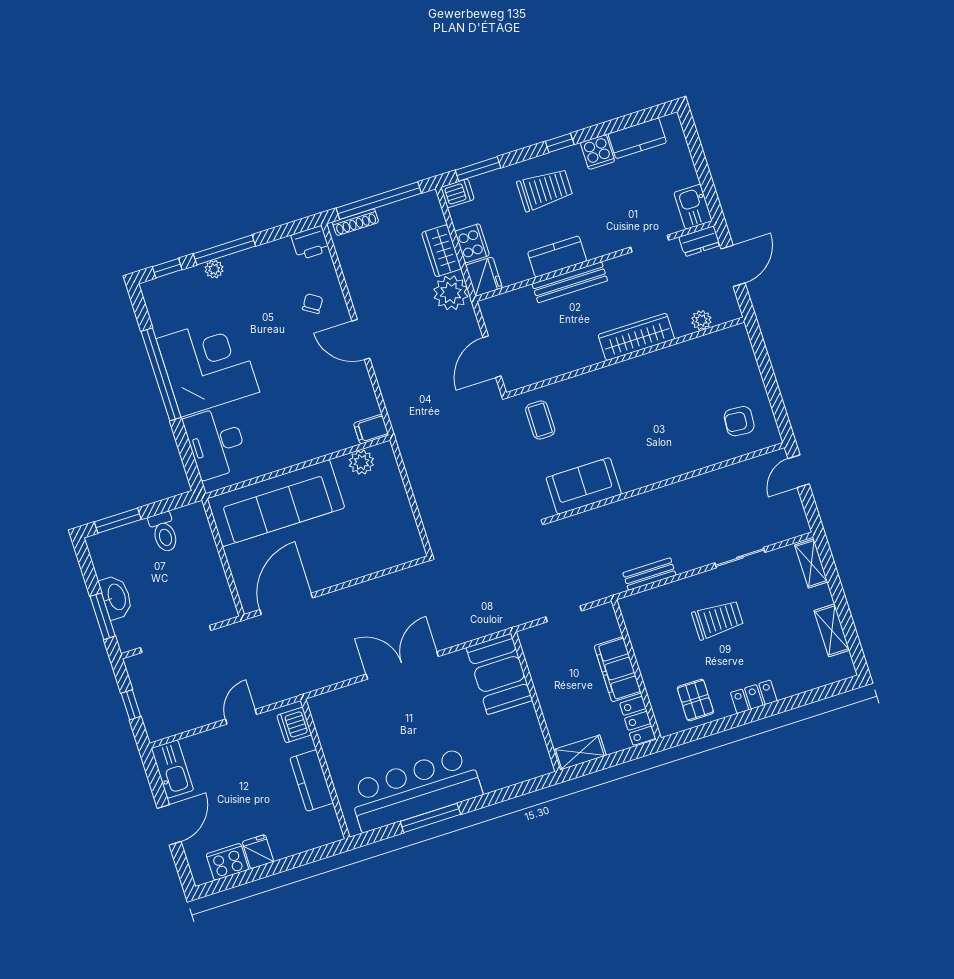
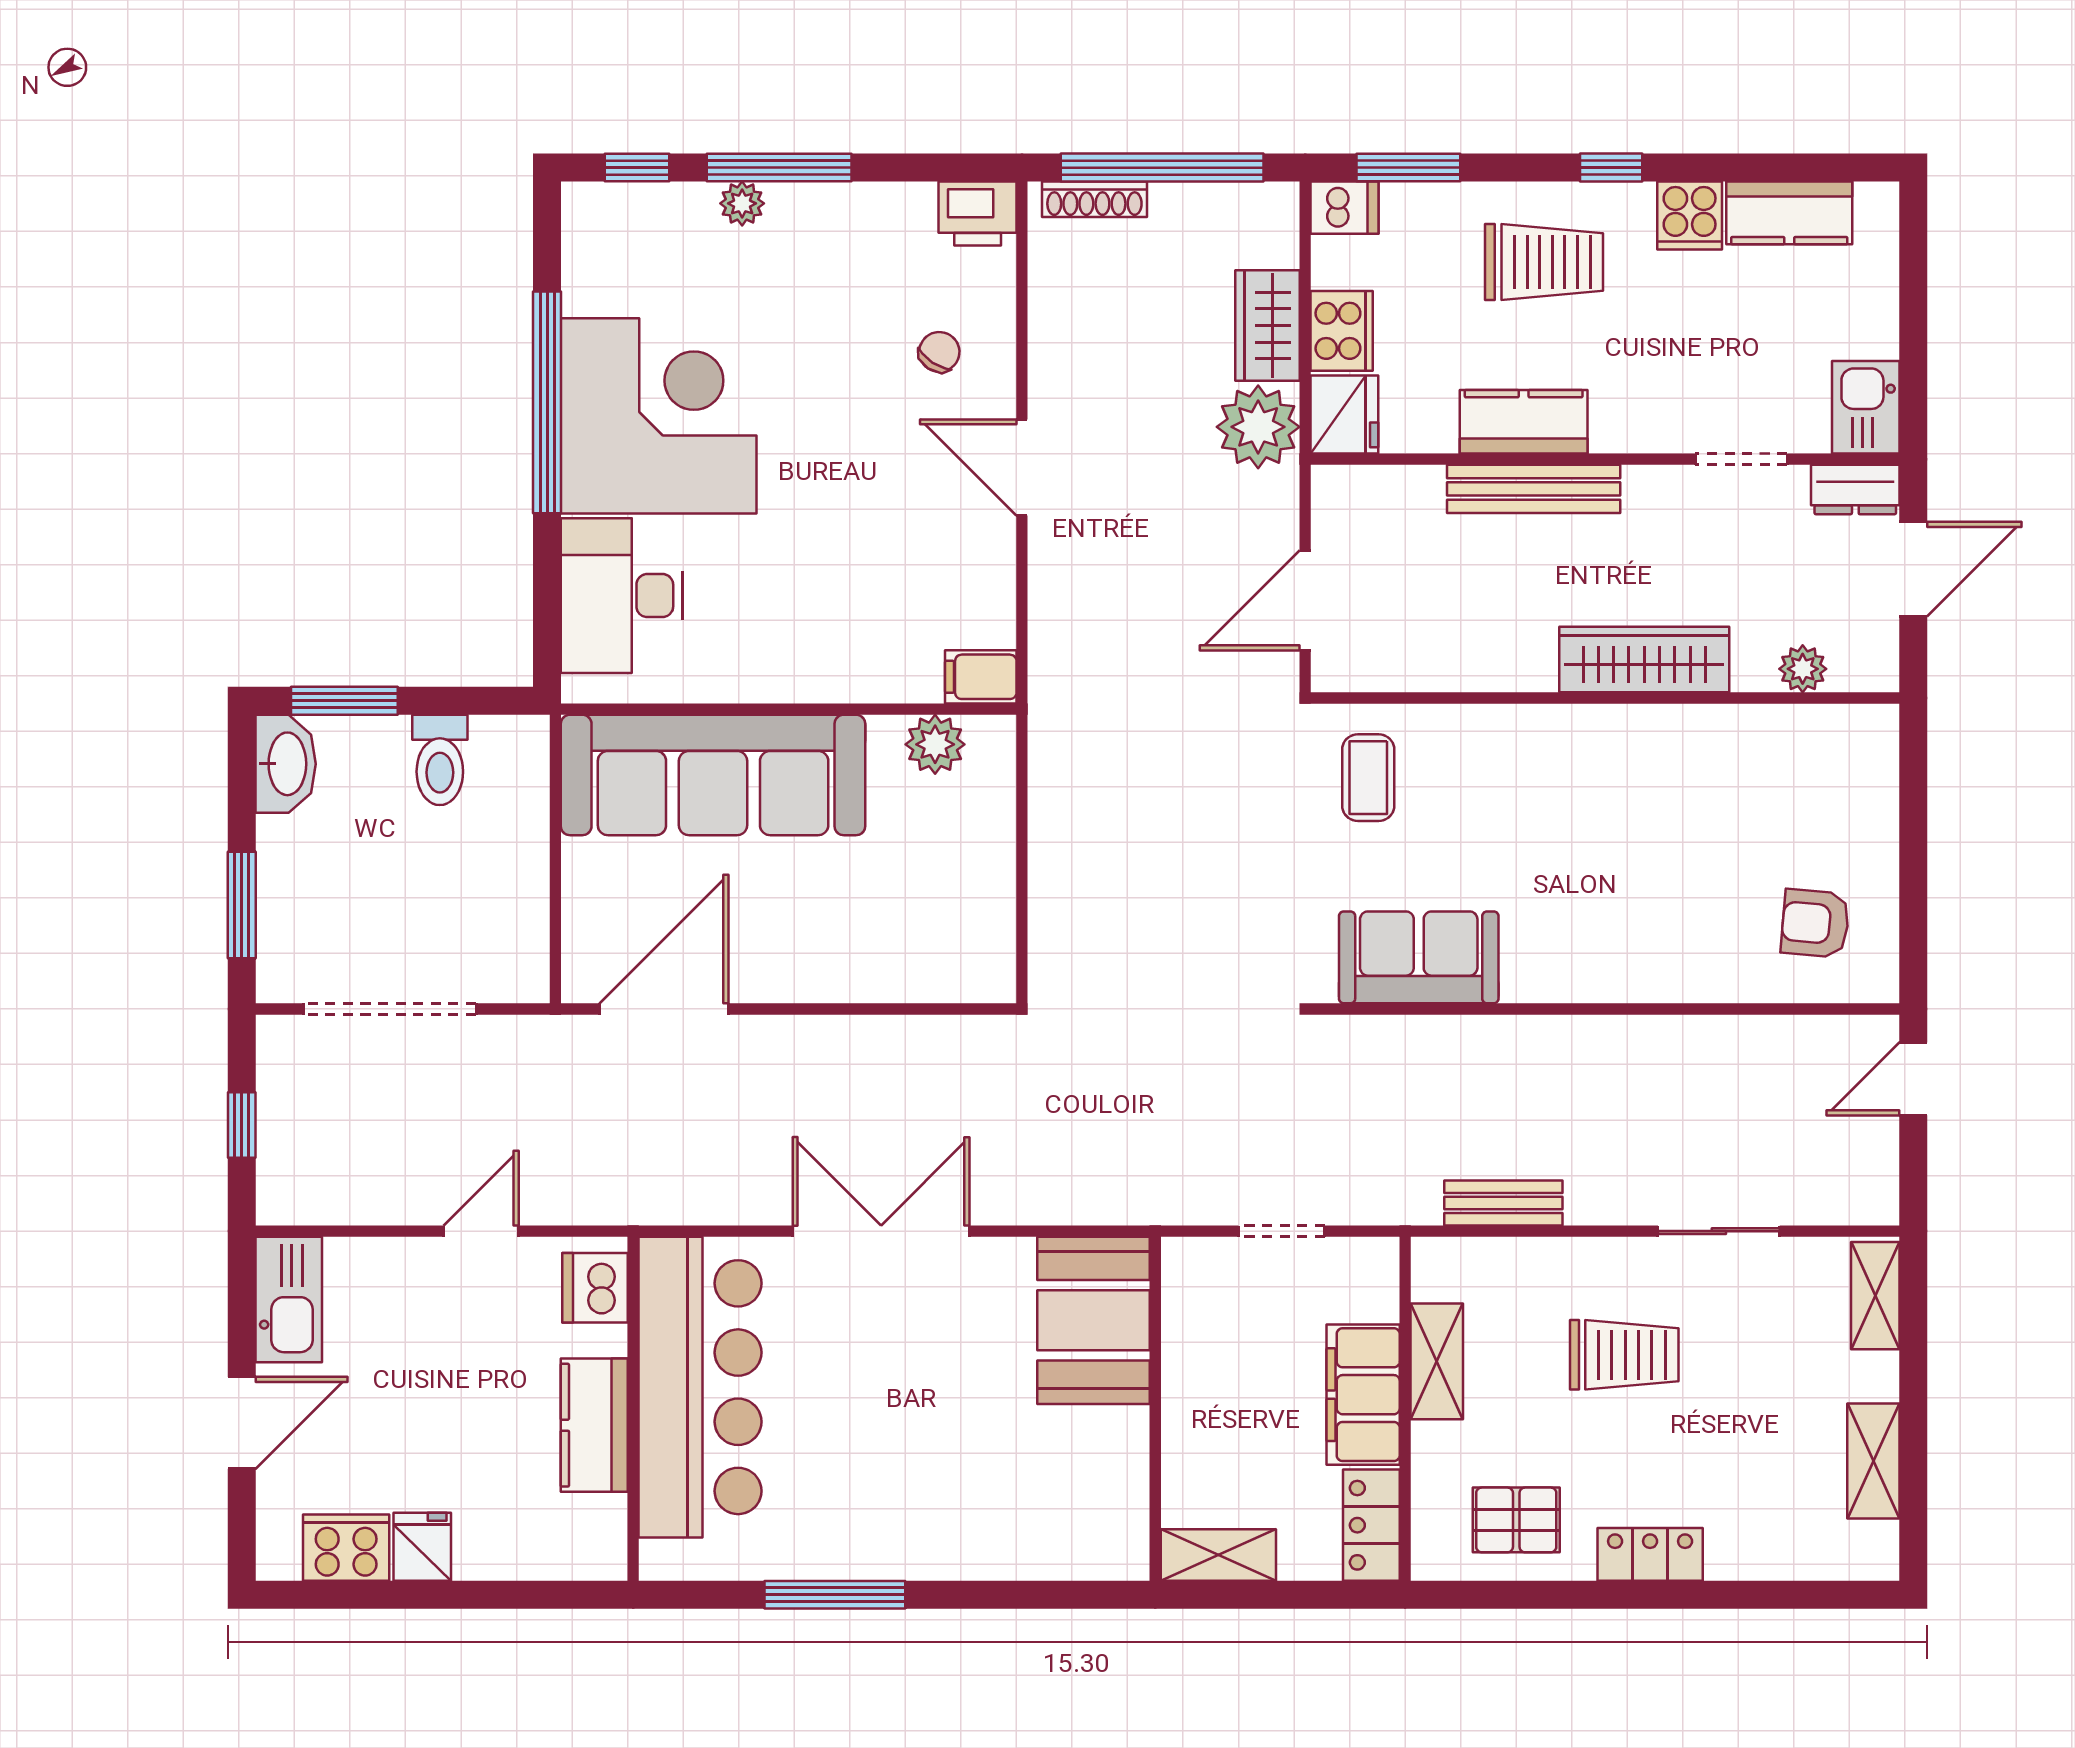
washbasin: (116, 597) -> (286, 764), moved
shelving: (643, 646) -> (1437, 1361), added
pallet: (695, 700) -> (1516, 1520), turned 90
bar counter: (415, 789) -> (700, 1387), moved, turned 90

